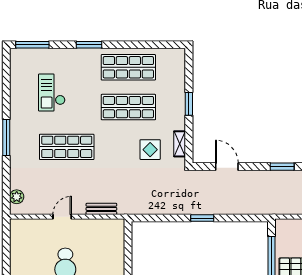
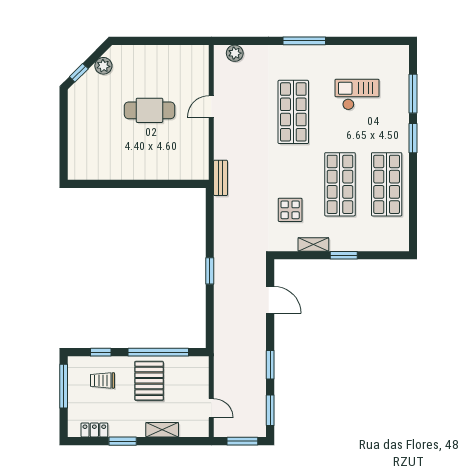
window: (32, 45) -> (413, 94), moved
shelving: (180, 144) -> (313, 244), moved
door: (227, 167) -> (270, 300), hinge flipped
bench: (101, 209) -> (221, 178), moved
door: (62, 217) -> (211, 107), swing flipped

